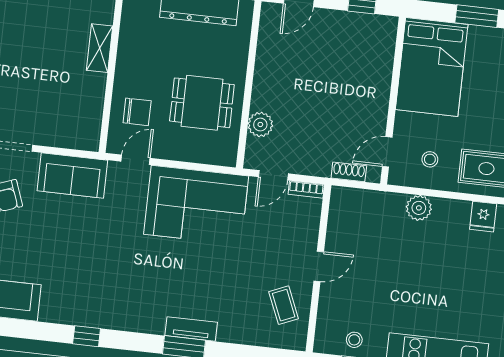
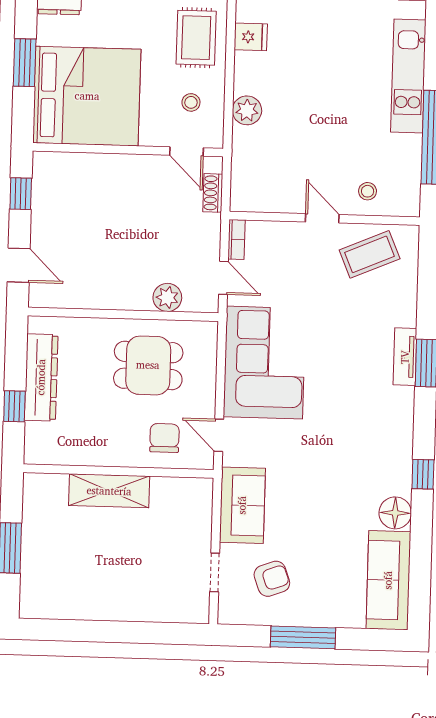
shelving: (100, 48) -> (109, 491), width x1.50, depth x1.33
bed: (432, 67) -> (87, 96), width x1.36
dining table: (202, 103) -> (148, 365), turned 90
coffee table: (284, 305) -> (370, 254), width x1.36, depth x1.30
floor lamp: (55, 309) -> (395, 513), added
stool: (354, 340) -> (368, 191), moved

